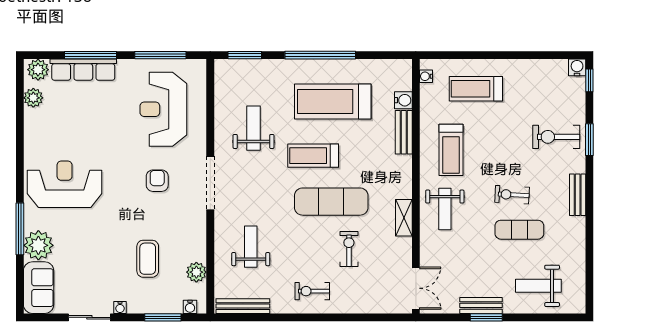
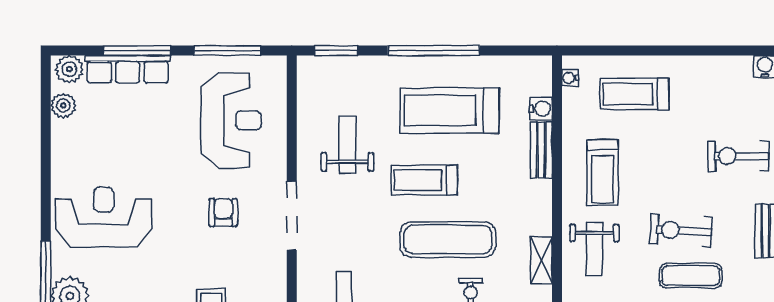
reception desk: (163, 109) -> (231, 120), turned 180
exercise bike: (512, 195) -> (681, 231), width x1.38, depth x1.39

